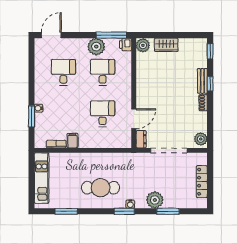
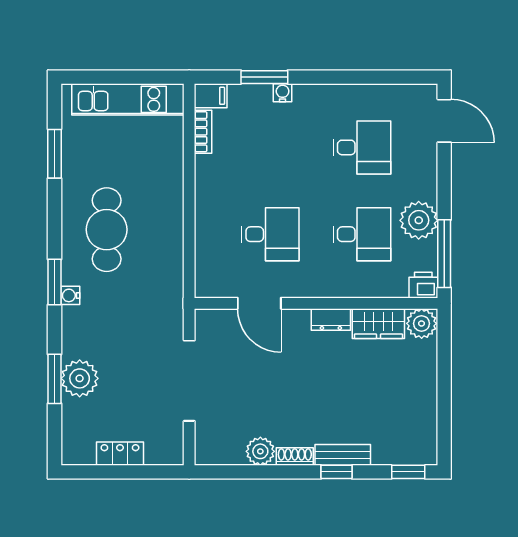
wardrobe: (166, 45) -> (378, 324), moved, turned -90
dresser: (141, 139) -> (331, 319), moved
plant: (201, 139) -> (260, 451), moved
filing cabinet: (72, 141) -> (211, 96), moved
locker: (202, 182) -> (120, 454), width x0.66
plant: (155, 200) -> (80, 378), moved

